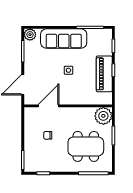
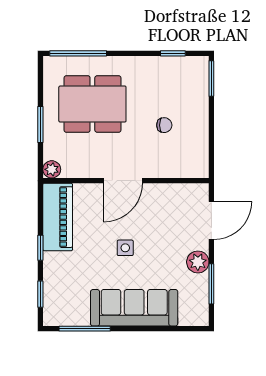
plant: (30, 35) -> (198, 262), moved
piano: (104, 74) -> (58, 217), moved
door: (49, 106) -> (123, 181), moved
plant: (103, 116) -> (52, 169), width x0.53, depth x0.53

